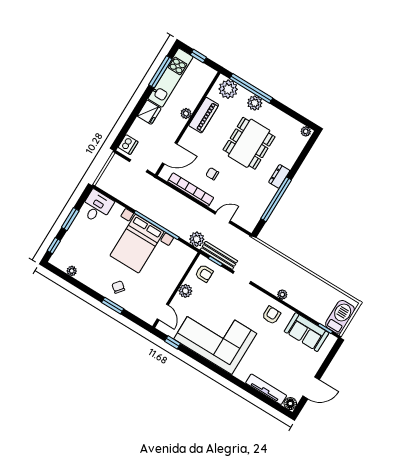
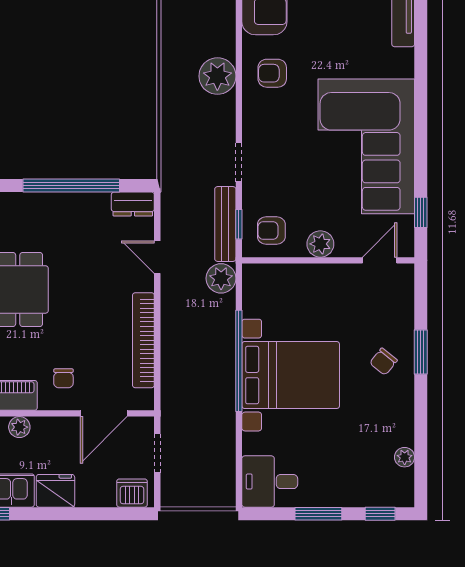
door: (170, 153) -> (104, 413), swing flipped
chair: (212, 174) -> (63, 378), moved
dresser: (279, 176) -> (133, 204), moved
armchair: (204, 273) -> (271, 231), turned -90
plant: (282, 295) -> (217, 76), width x1.88, depth x1.88

